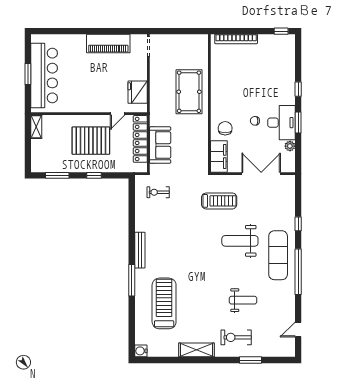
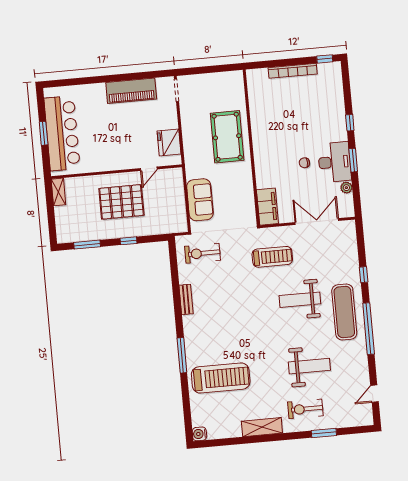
bookcase: (236, 39) -> (293, 71), moved
chair: (225, 128) -> (272, 174), removed
locker: (140, 139) -> (177, 195), removed
exercise bike: (158, 192) -> (203, 253), width x1.38, depth x1.39
bench: (140, 250) -> (186, 299), moved, width x0.73
weight bench: (243, 300) -> (309, 366), width x1.36, depth x1.33
treadmill: (164, 303) -> (221, 378), turned 90

